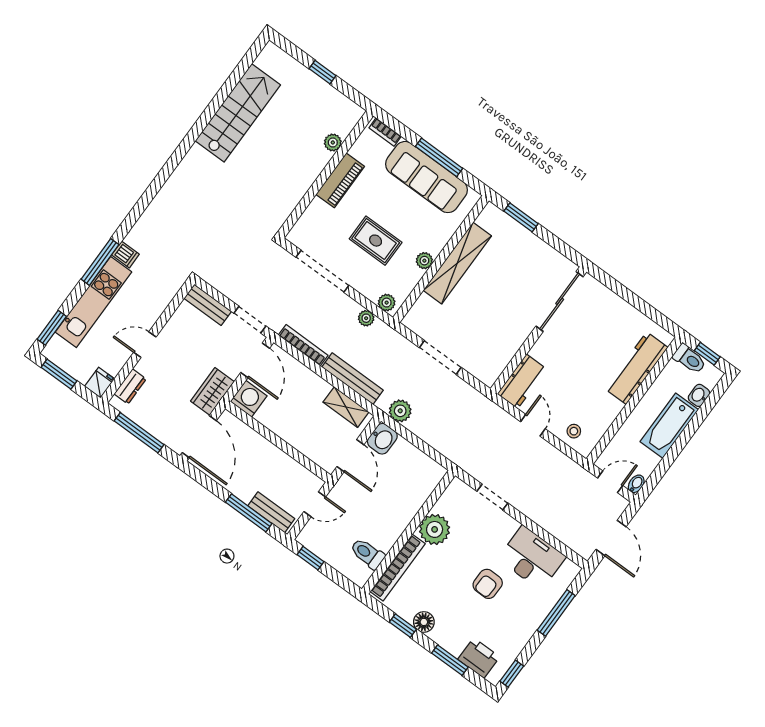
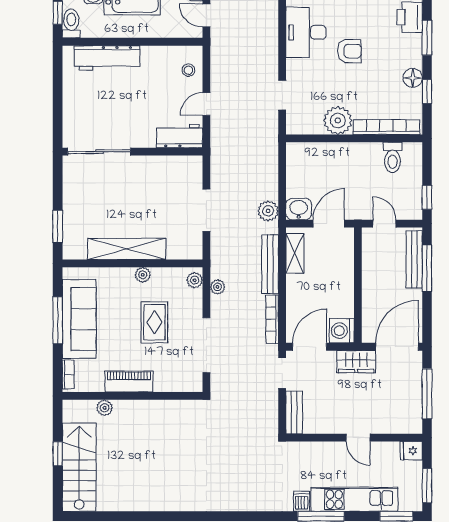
stairs: (238, 113) -> (79, 467), moved, turned 90
dresser: (130, 386) -> (397, 426), removed
bench: (271, 512) -> (414, 259), width x1.36

